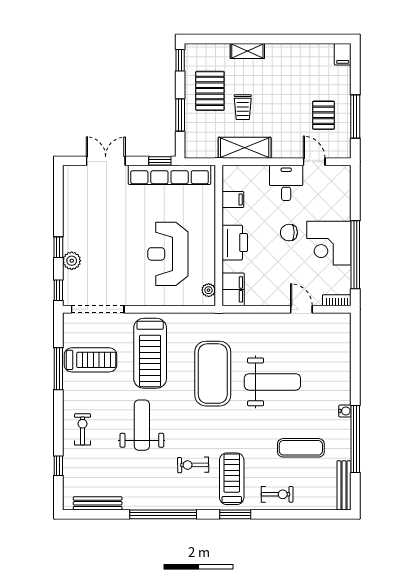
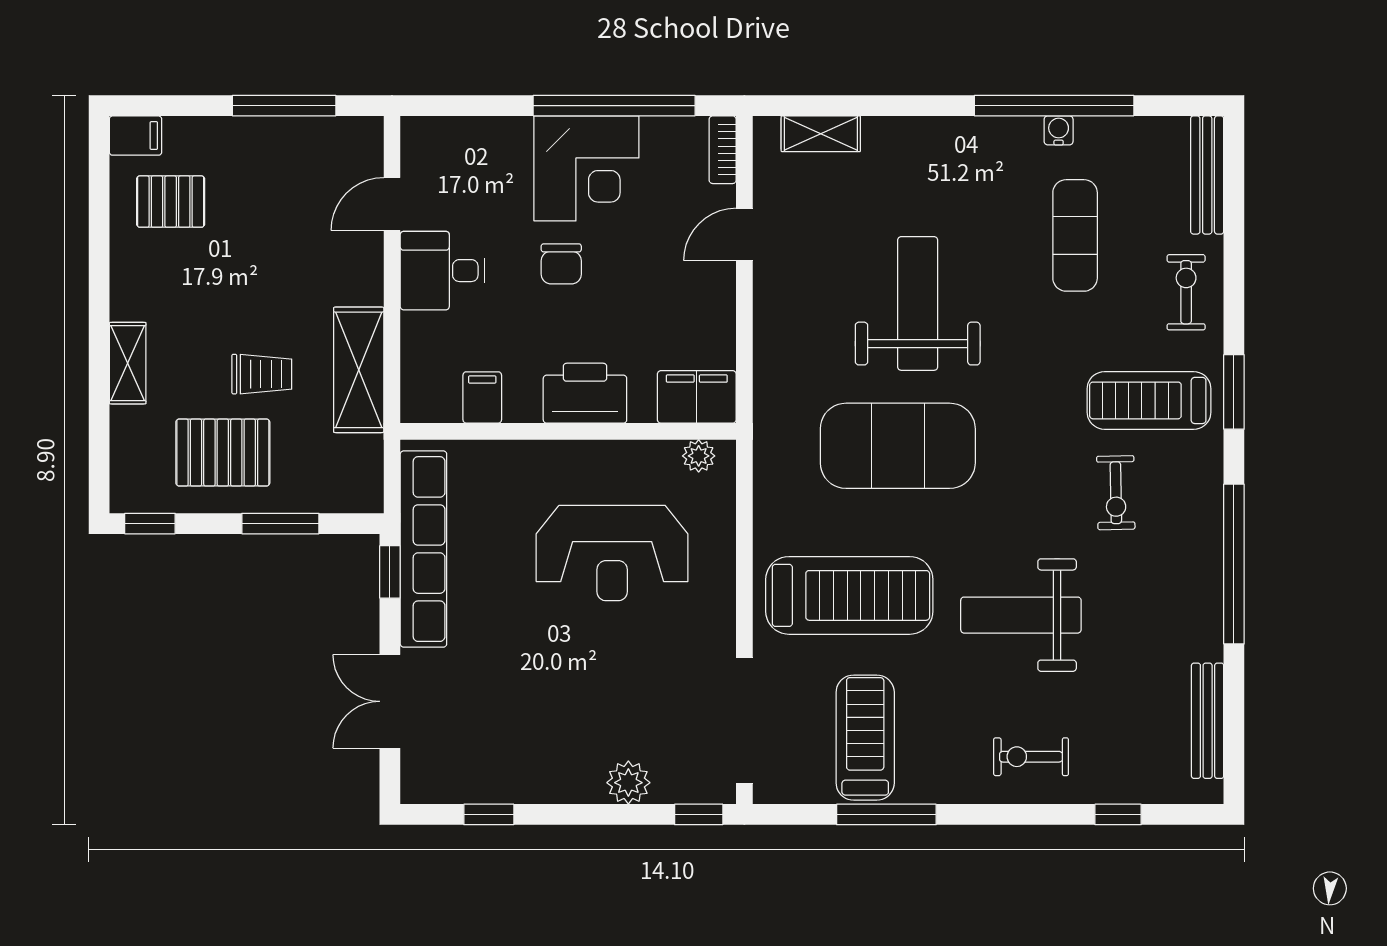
pallet: (323, 115) -> (171, 202), moved
window: (58, 247) -> (489, 814), moved
shelving: (343, 341) -> (821, 134), added
water cooler: (345, 411) -> (1059, 130), moved
bench: (344, 485) -> (1207, 175), moved, turned 90

